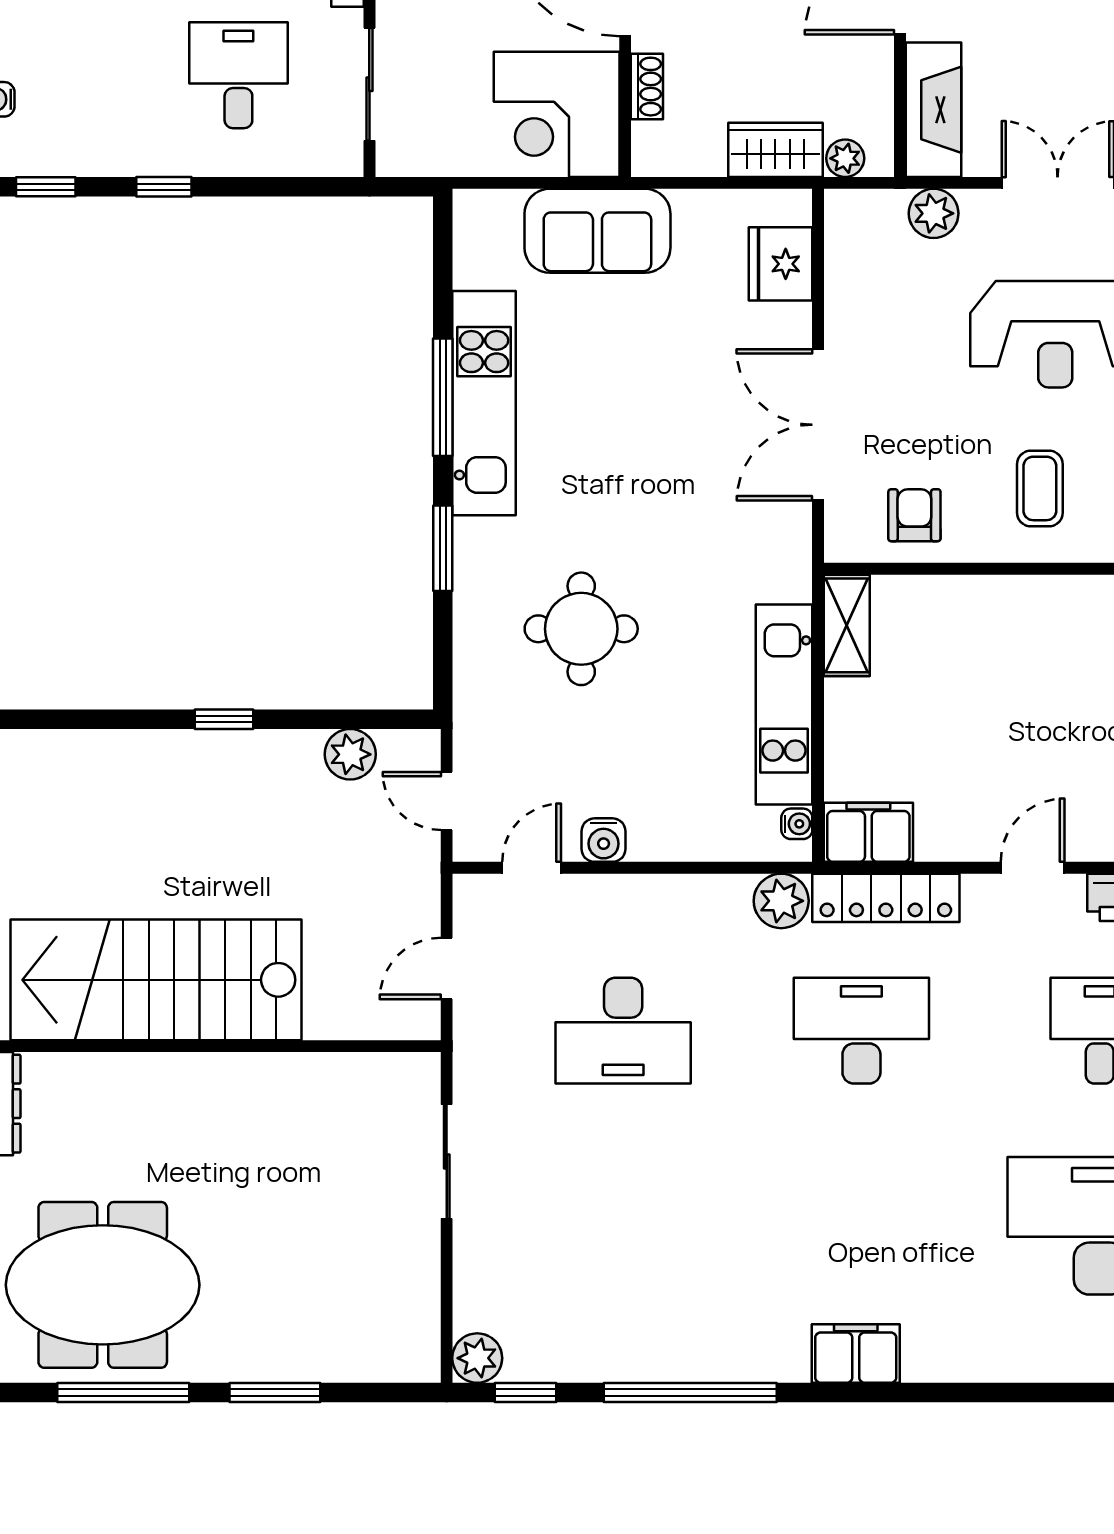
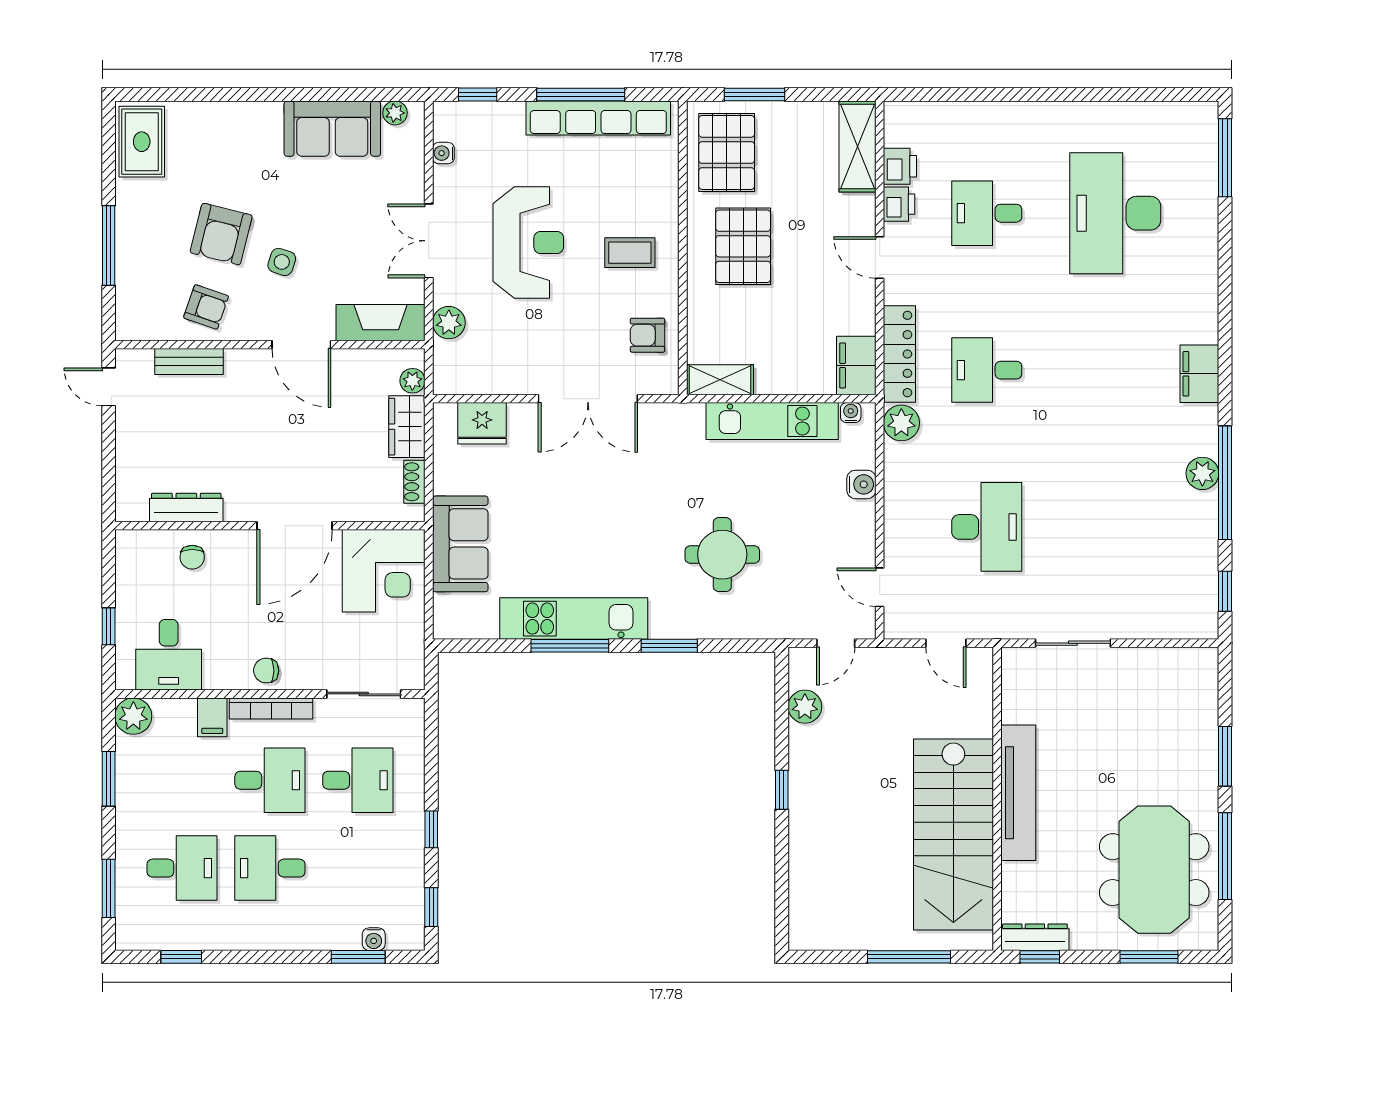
desk: (238, 75) -> (358, 780), turned 180
shoe rack: (647, 87) -> (414, 482), moved, turned -90
pallet: (1049, 660) -> (743, 246), added
water cooler: (604, 840) -> (861, 484), moved
desk: (861, 1031) -> (987, 370), width x0.73
tv unit: (220, 1078) -> (1018, 793), added
plant: (477, 1358) -> (1202, 473), moved

